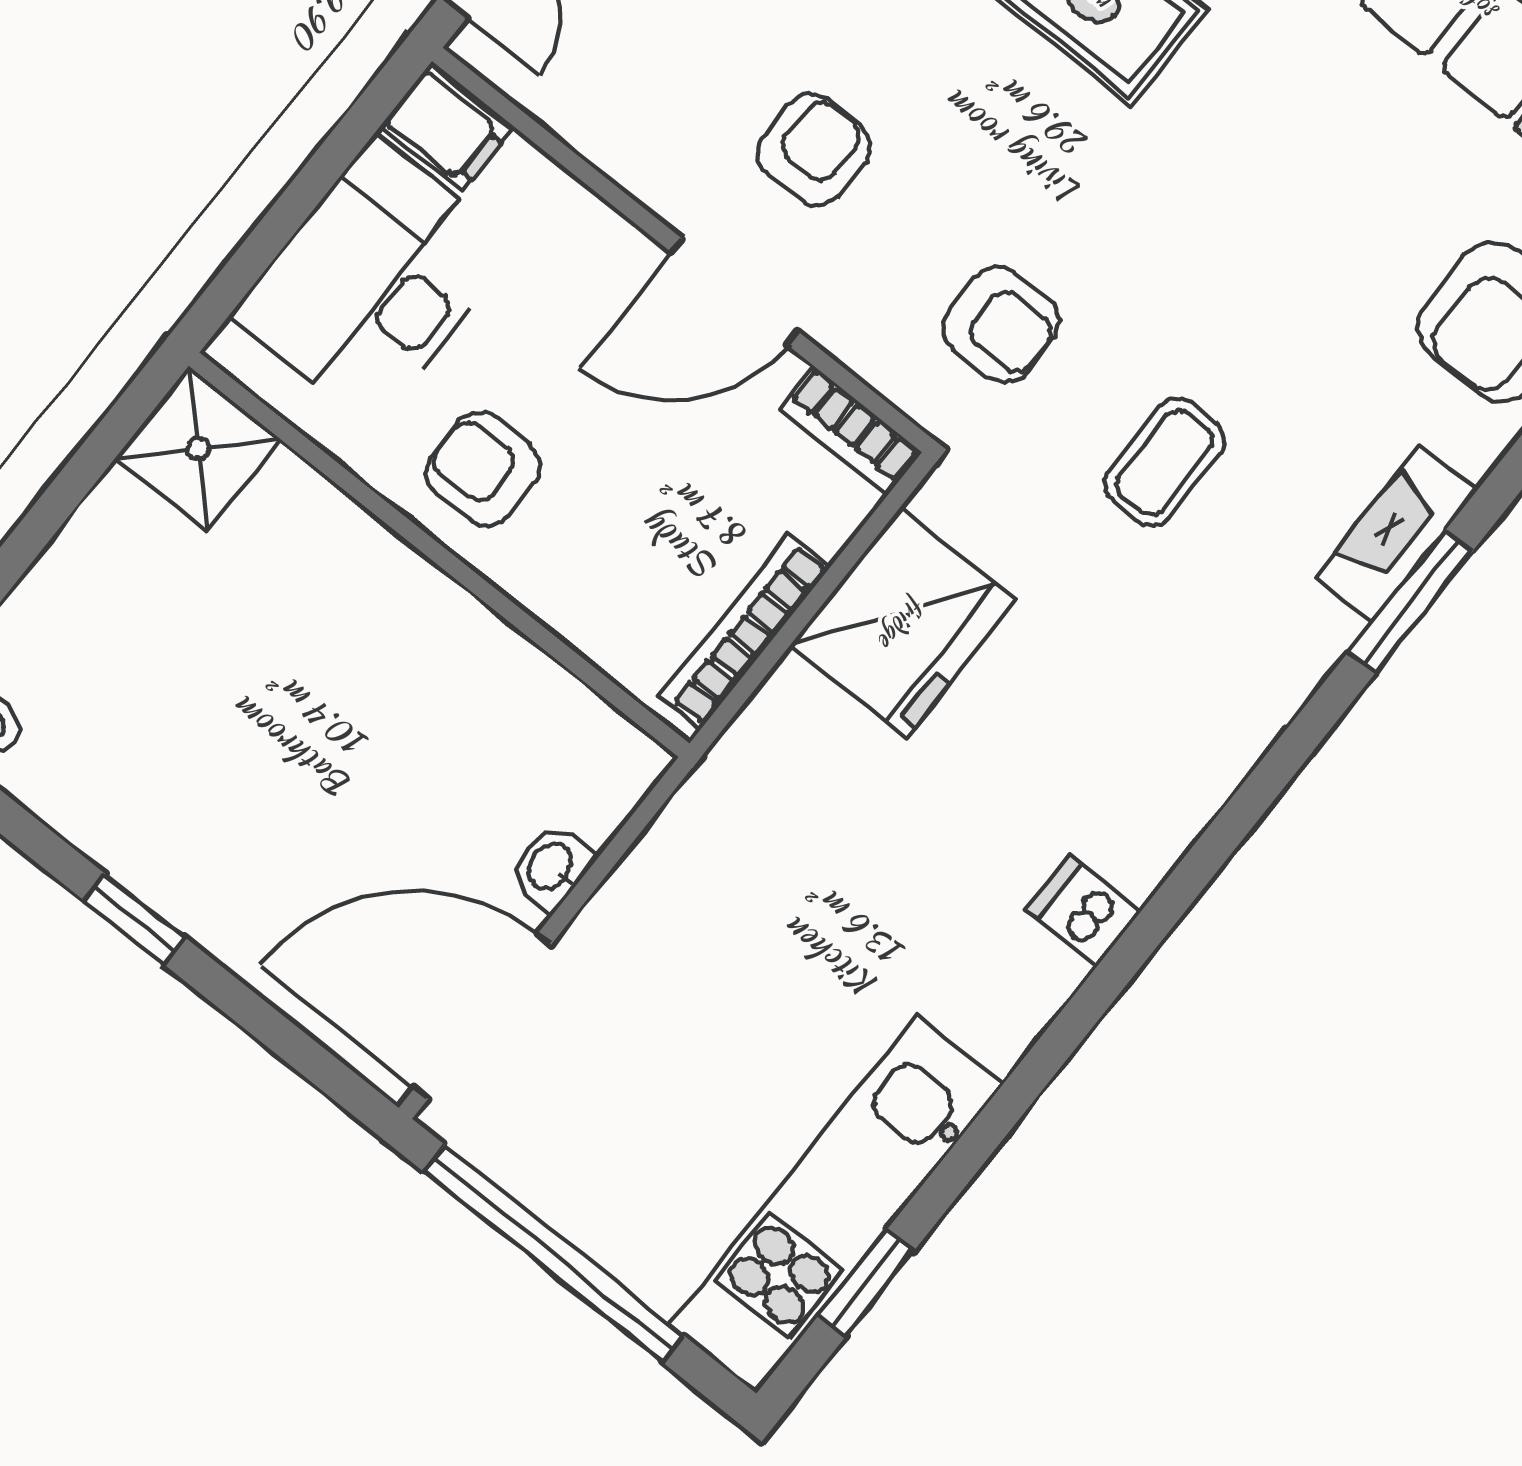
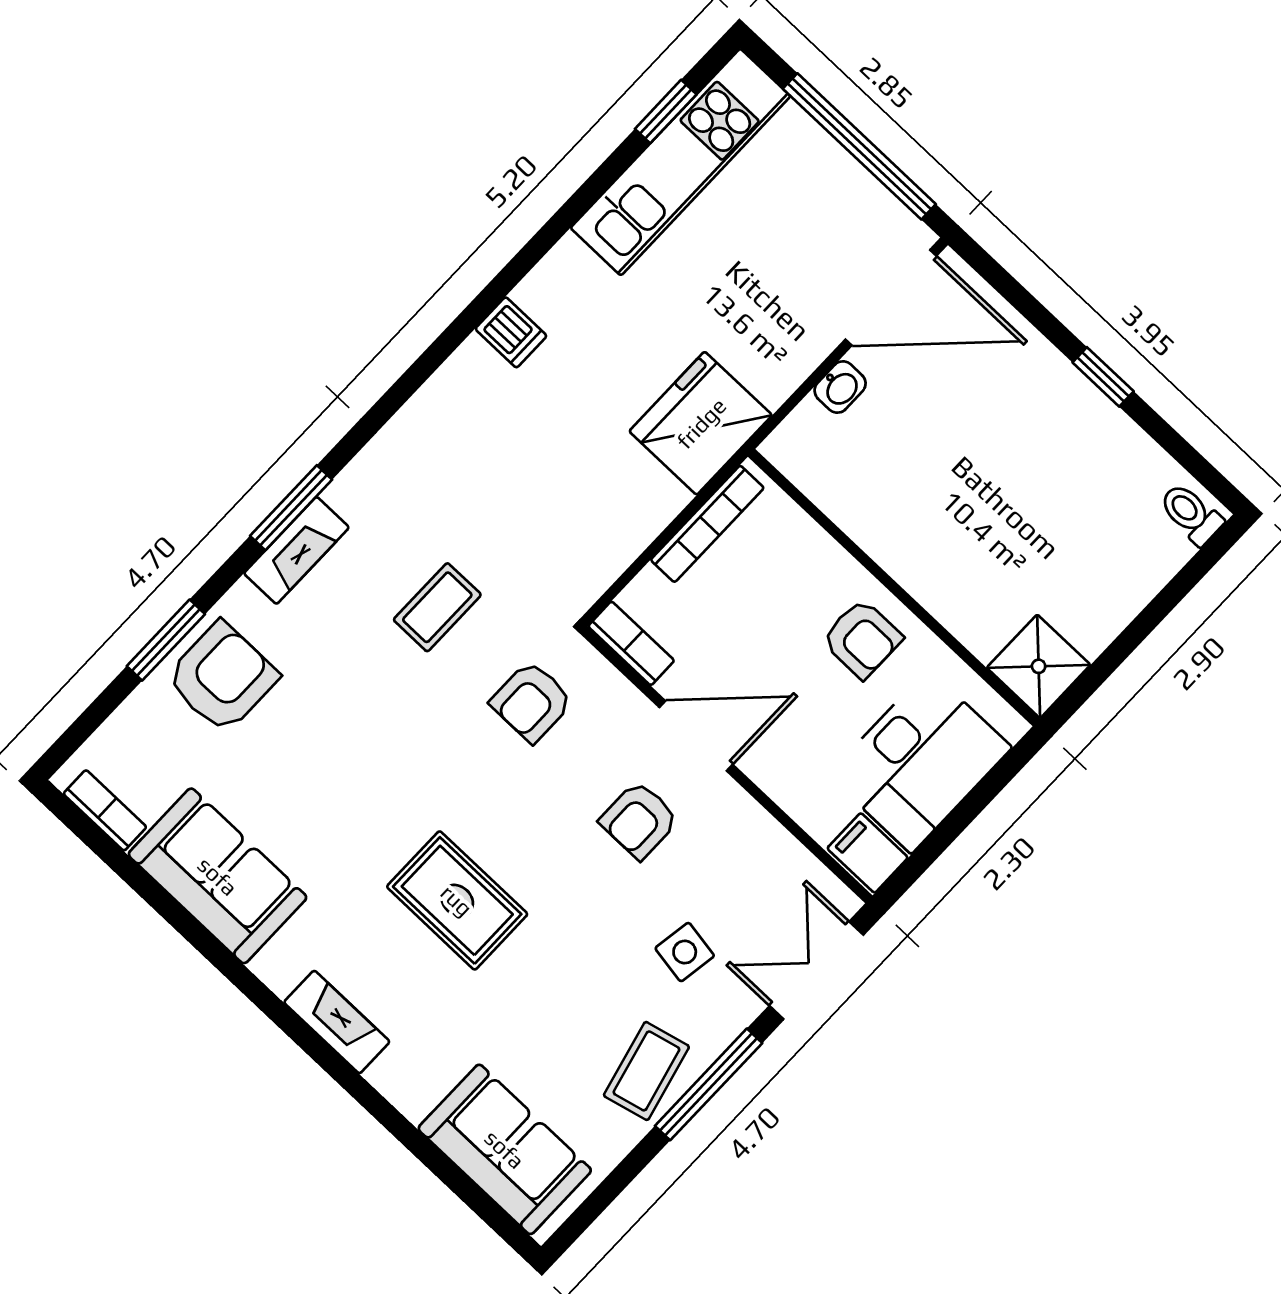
armchair: (1001, 324) -> (532, 702), turned -90
fridge: (903, 623) -> (701, 423), moved

